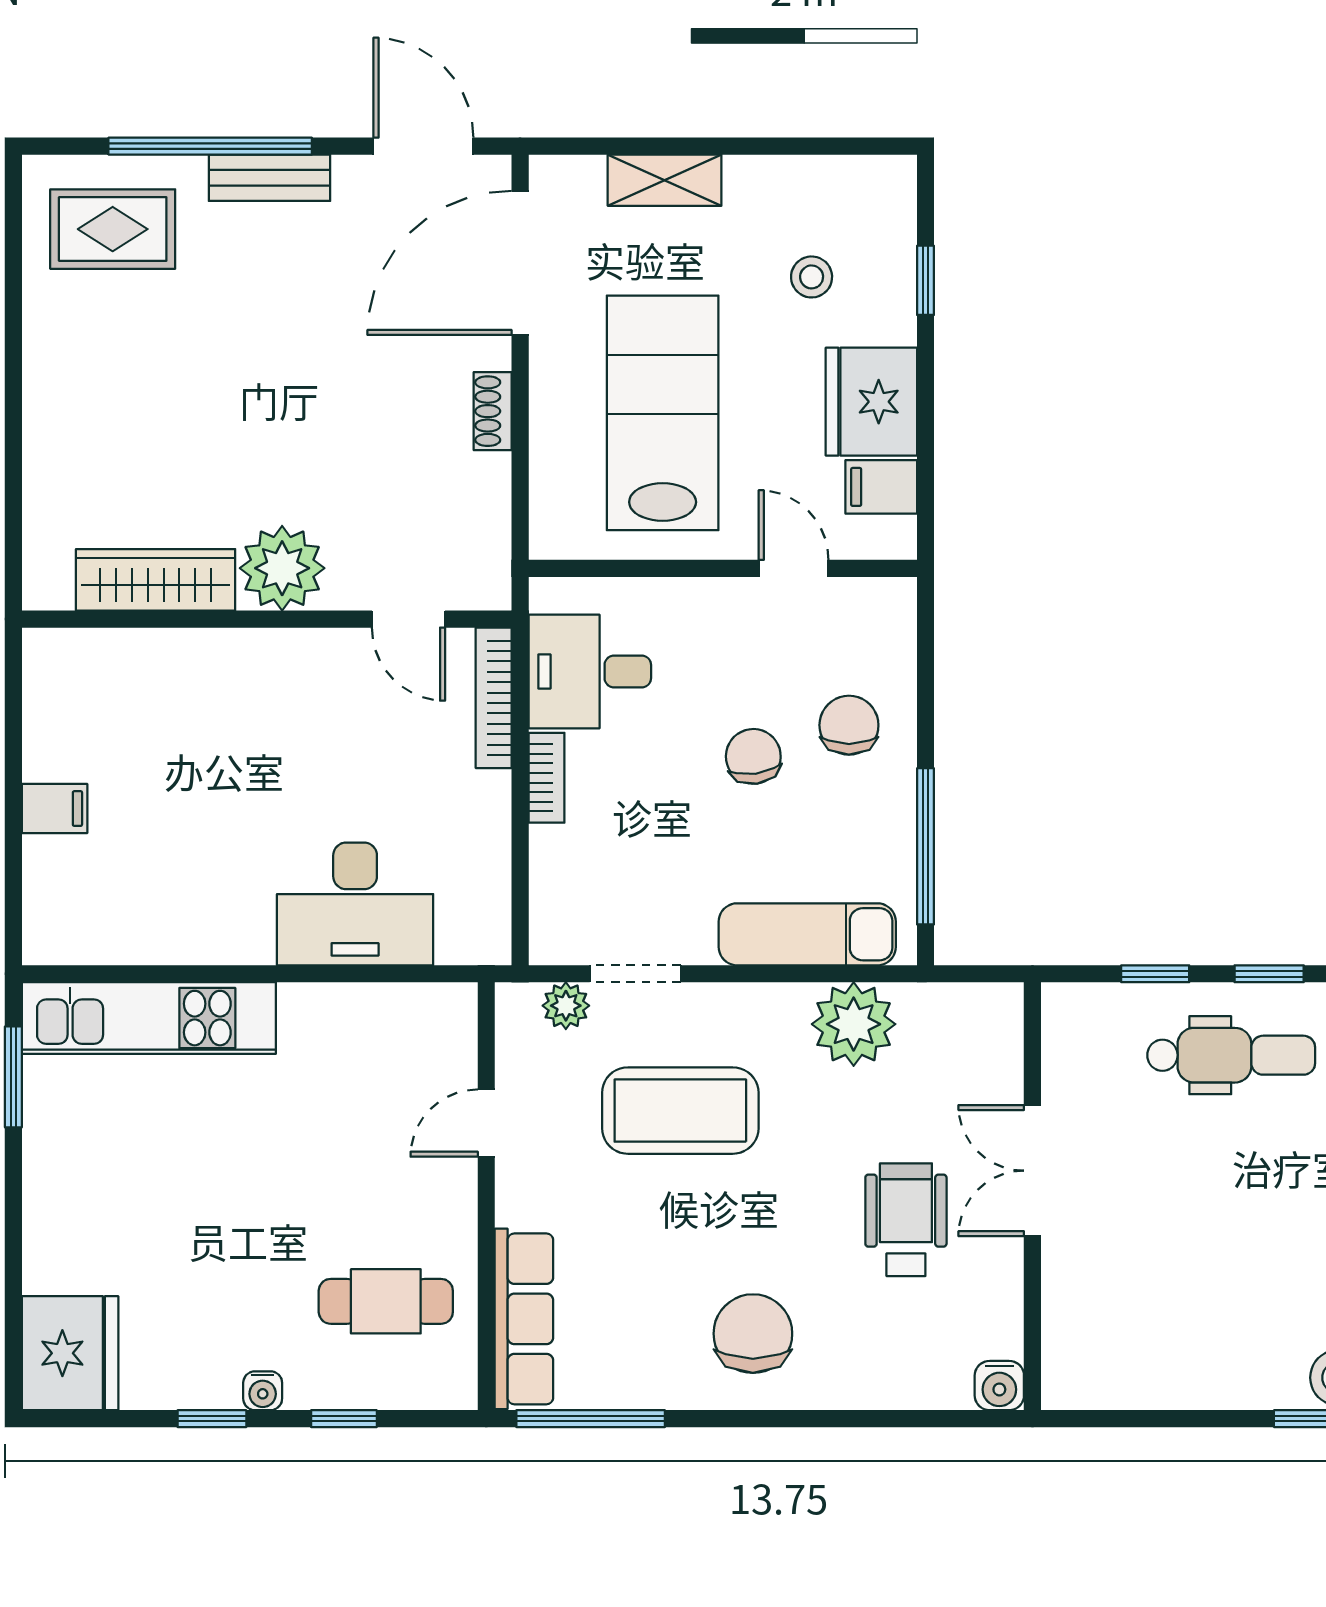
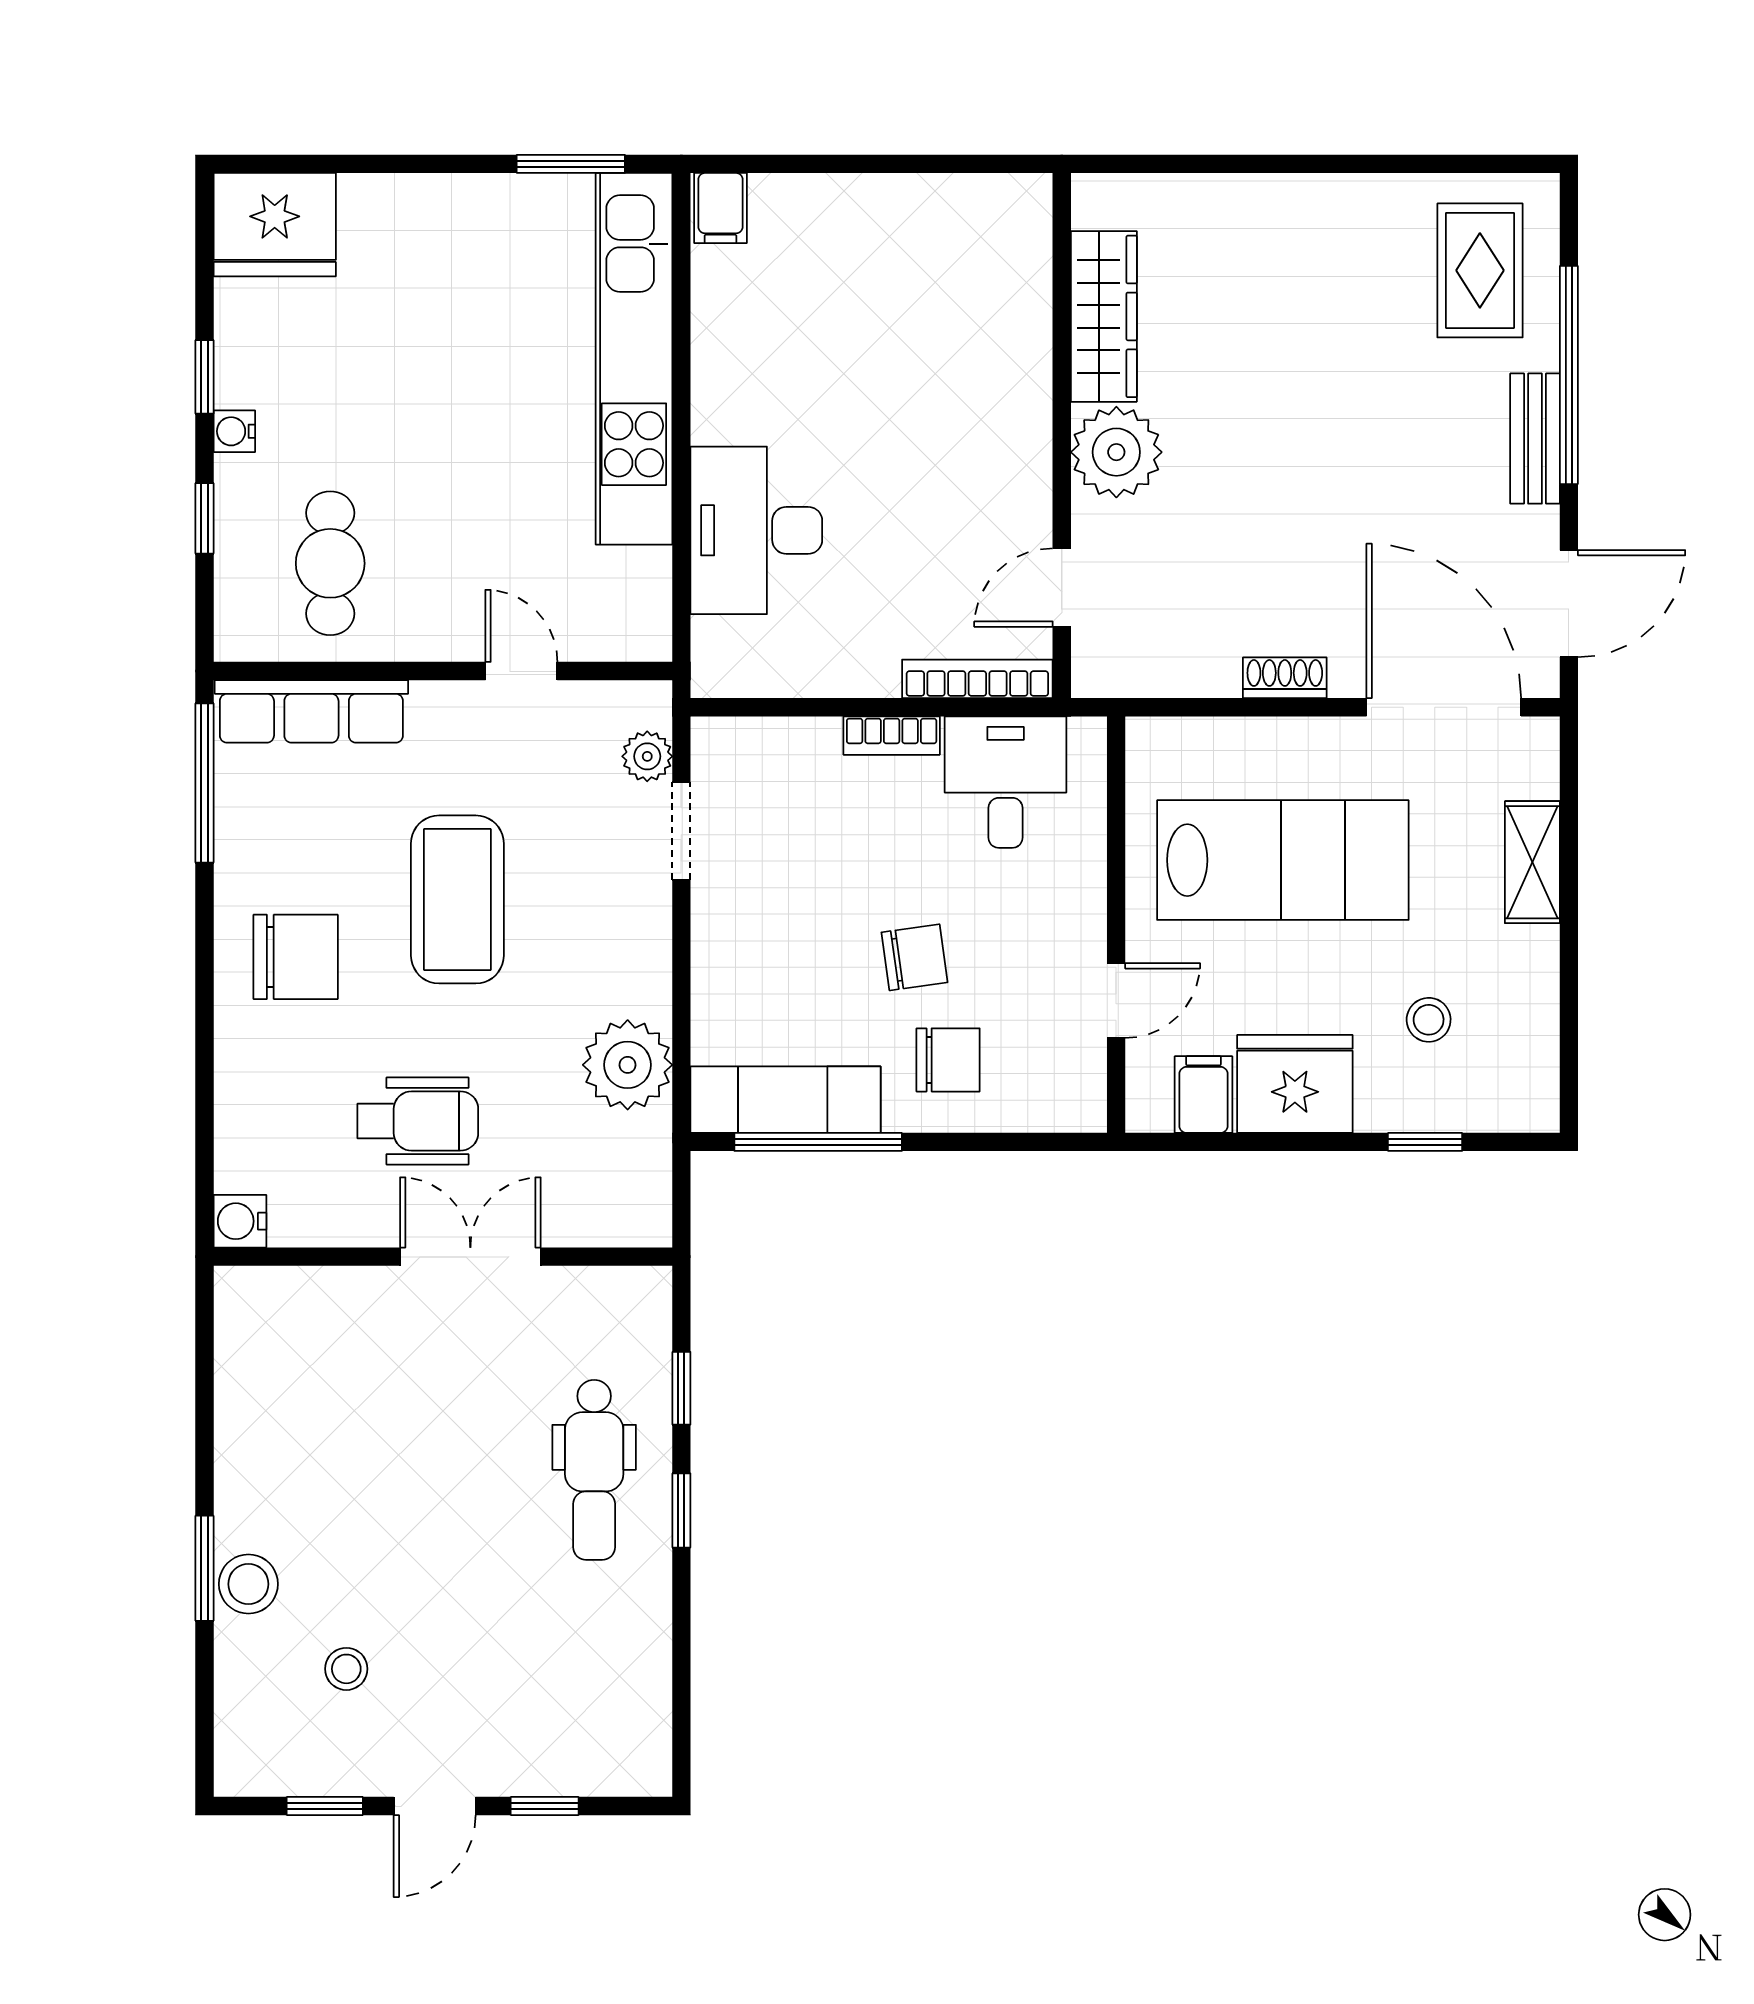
filing cabinet: (55, 809) -> (720, 208), moved
exam couch: (807, 934) -> (786, 1100), moved, turned -90
kitchen unit: (149, 1018) -> (634, 359), width x1.36
coffee table: (680, 1111) -> (457, 899), moved

